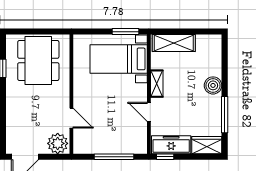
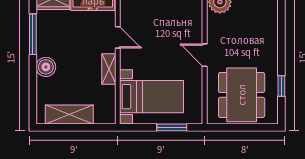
window: (125, 32) -> (172, 127), moved
shelving: (174, 43) -> (69, 115), moved
door: (71, 118) -> (205, 55), moved

